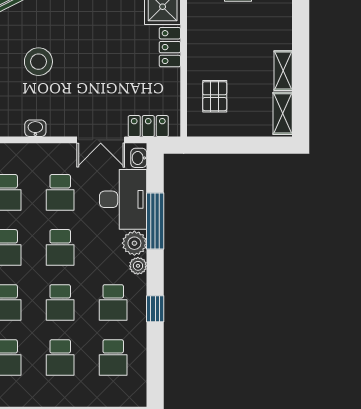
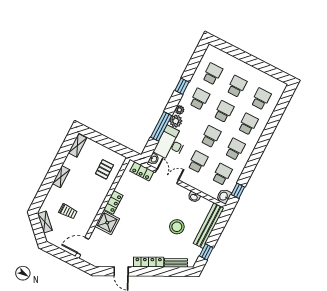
shelving: (283, 71) -> (61, 177), moved

